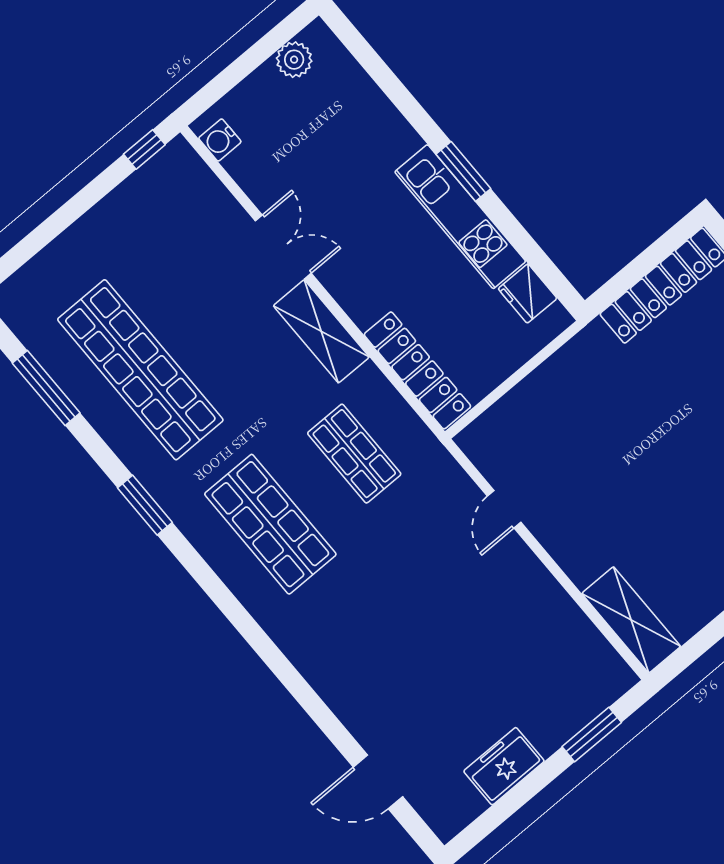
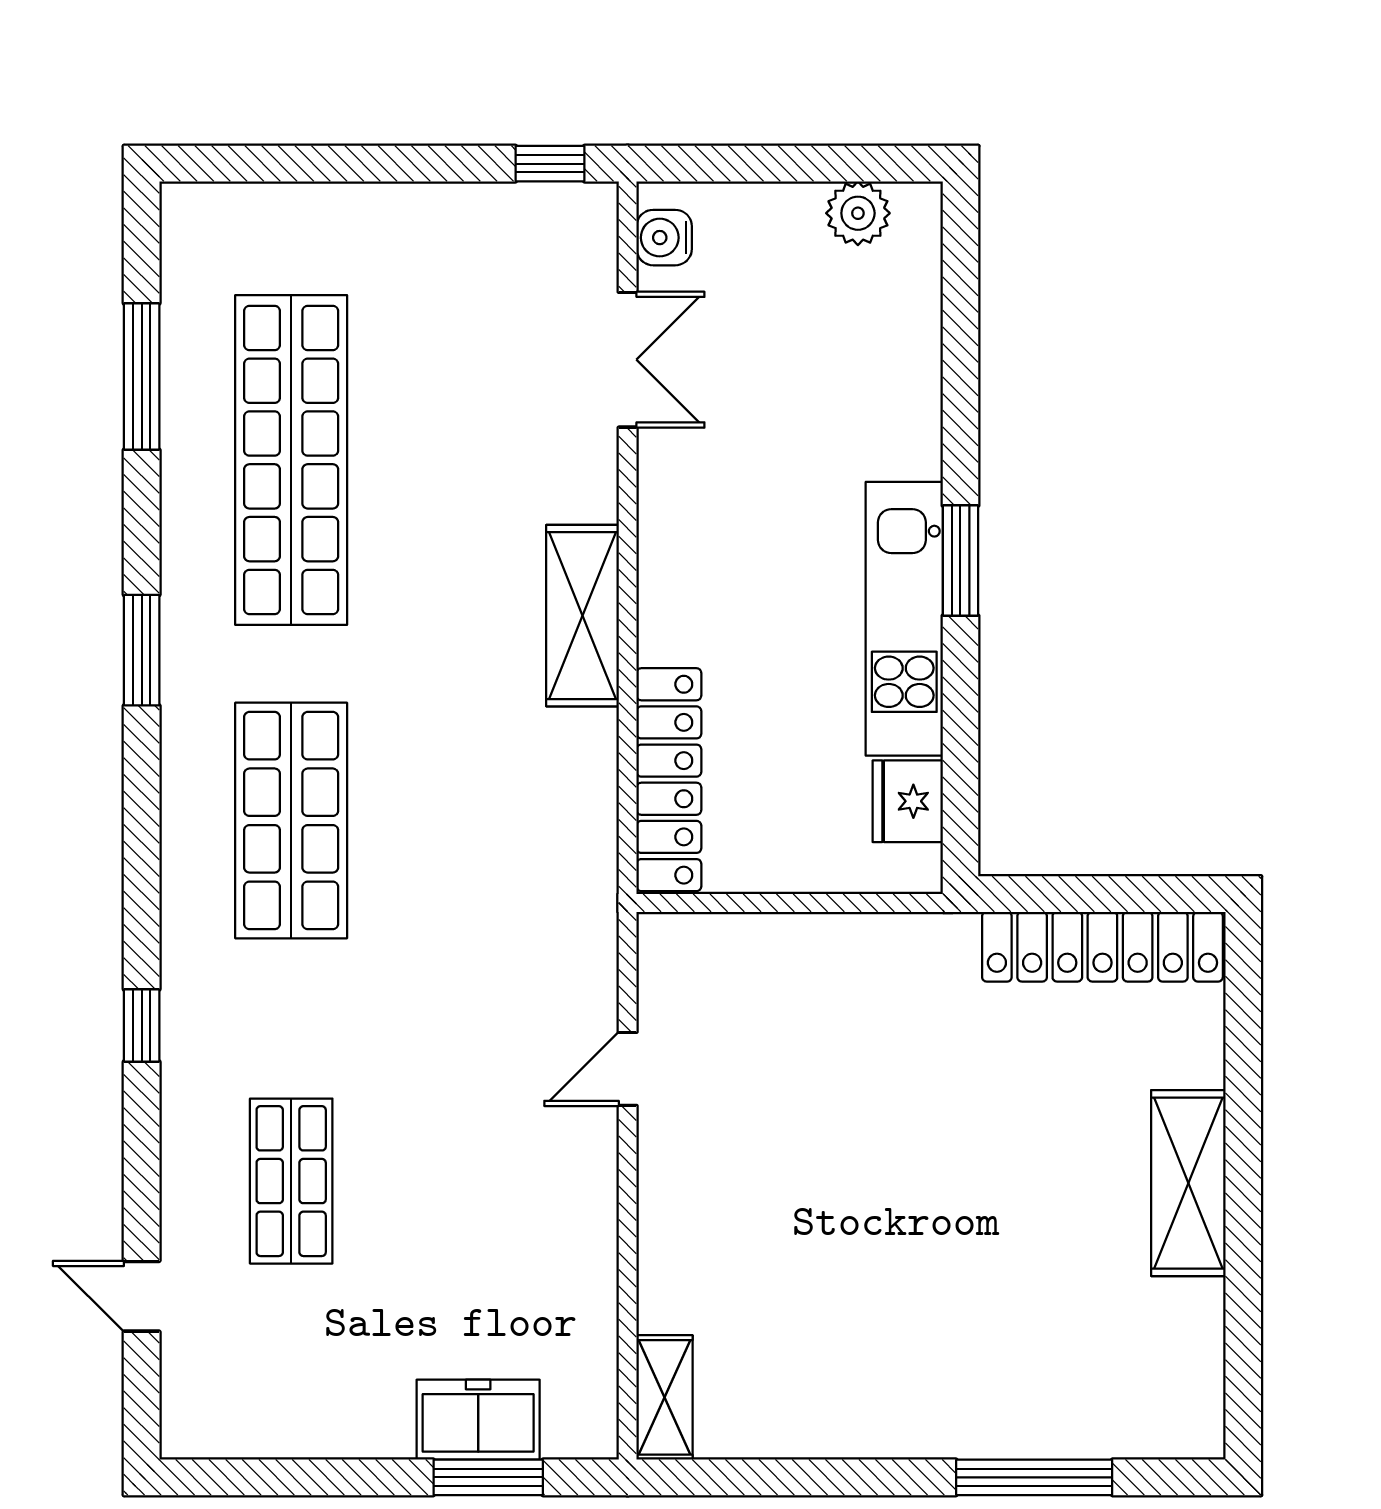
double door: (283, 247) -> (628, 360), moved
shop shelf: (354, 454) -> (291, 1181), moved
shelving: (631, 620) -> (664, 1397), width x0.67, depth x0.75
window: (280, 666) -> (142, 1026), added
freezer: (504, 766) -> (478, 1420), moved
door: (378, 782) -> (142, 1296), width x0.73

